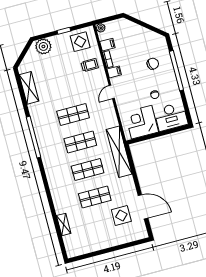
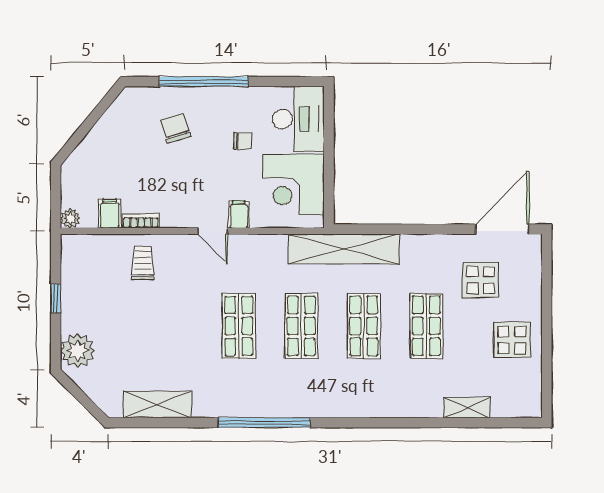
display table: (80, 42) -> (512, 340), moved
filing cabinet: (114, 72) -> (239, 214), moved
door: (143, 207) -> (502, 229), moved

